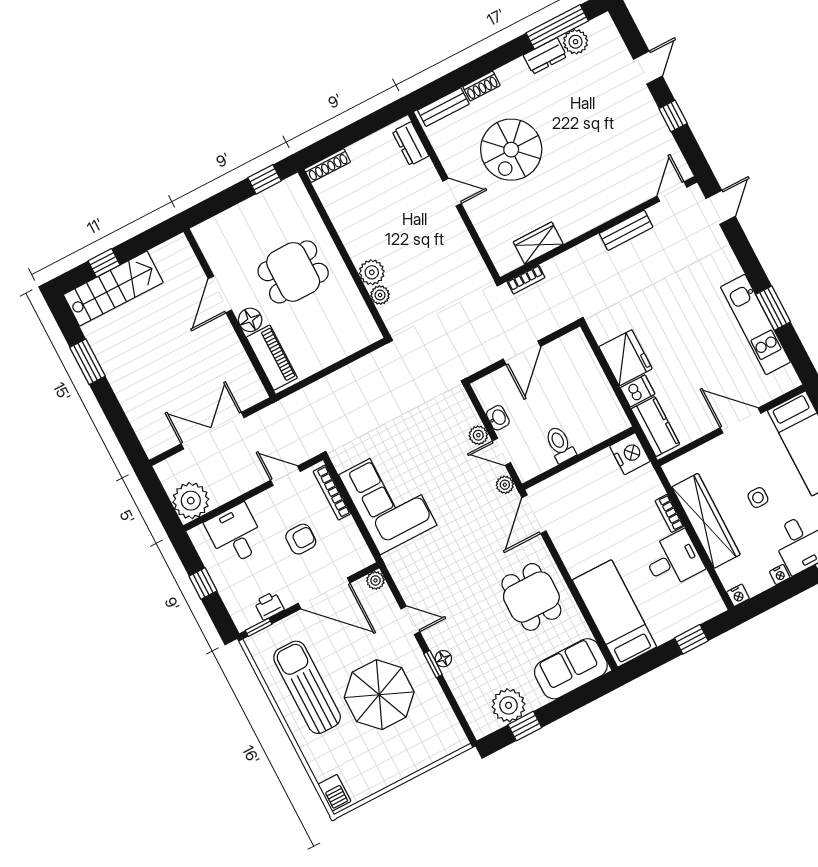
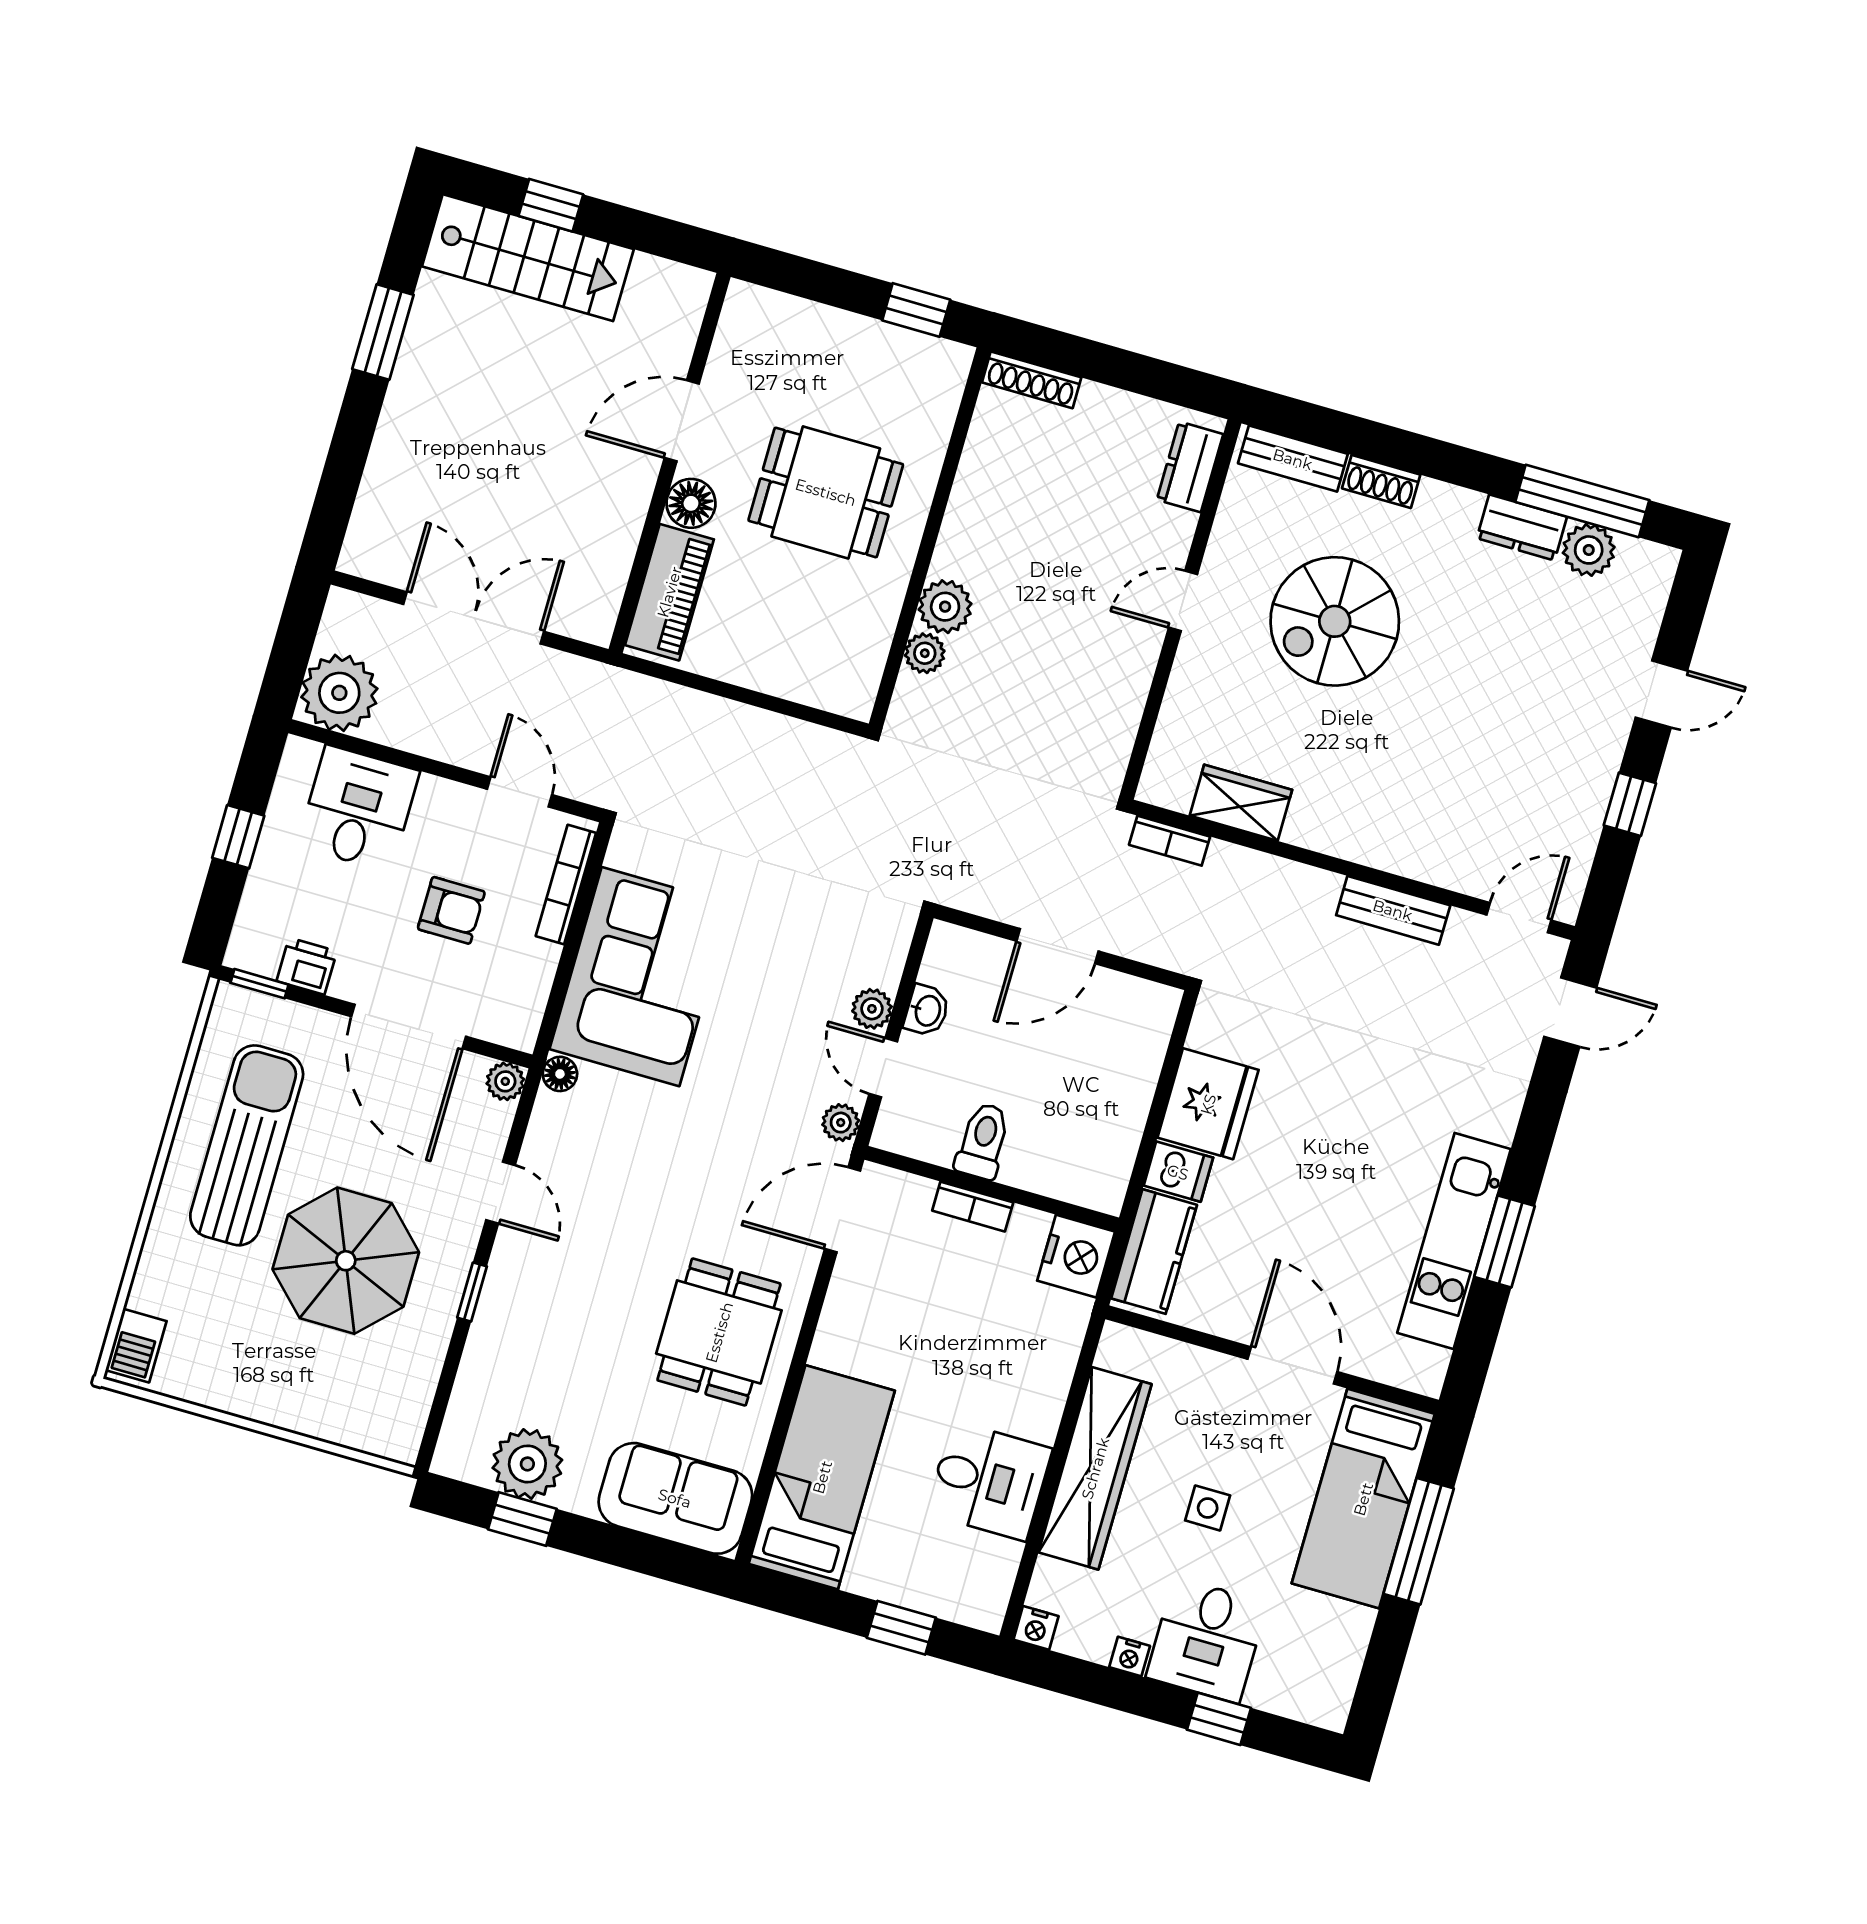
door: (452, 192) -> (1183, 601), swing flipped
bookcase: (669, 513) -> (973, 1207), moved, turned -90
floor lamp: (443, 659) -> (560, 1074), moved

